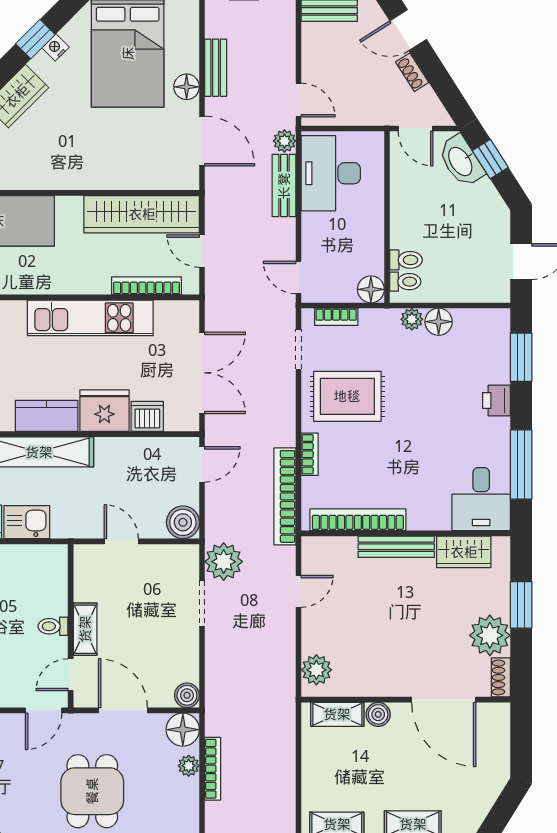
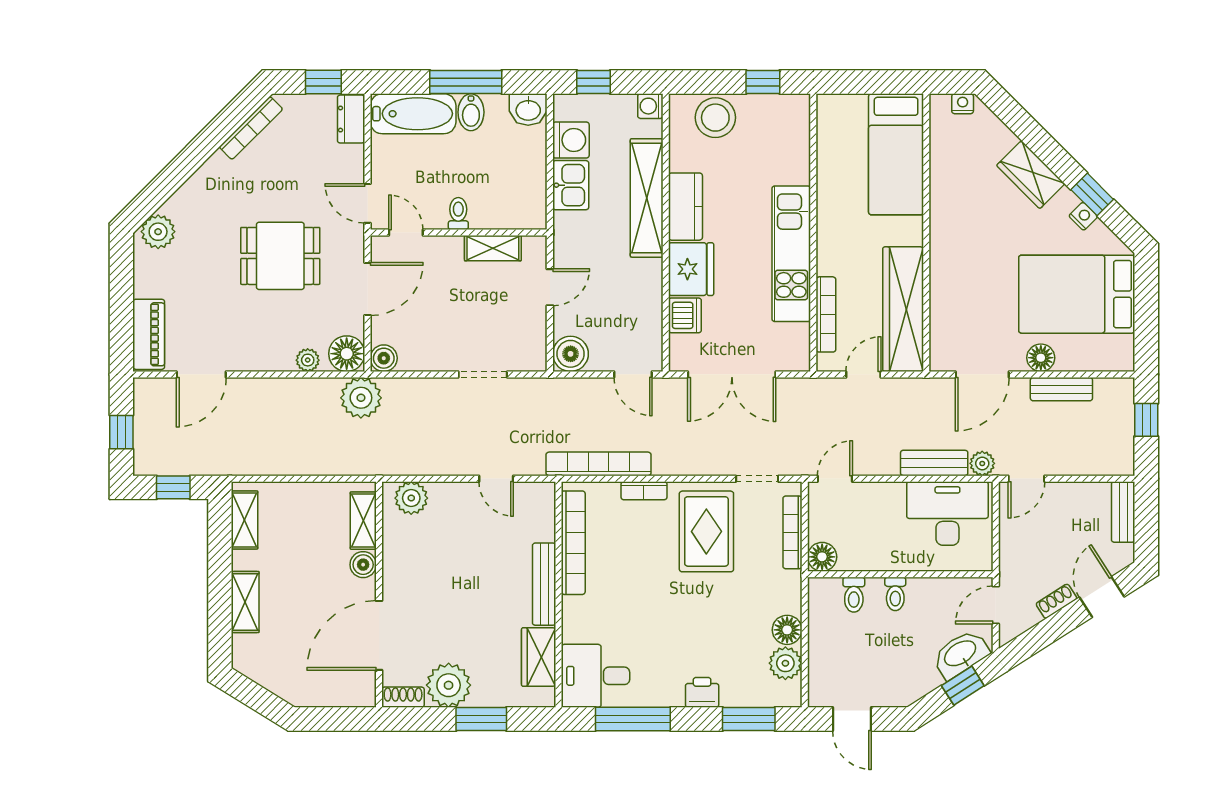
toilet: (405, 282) -> (895, 594), moved
bookcase: (336, 317) -> (792, 532), width x1.56
plant: (412, 319) -> (785, 663), moved, width x1.38, depth x1.38
plant: (224, 562) -> (361, 398), moved
shelving: (85, 629) -> (493, 248), moved
bookcase: (213, 769) -> (304, 386), removed

